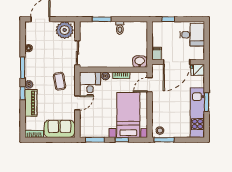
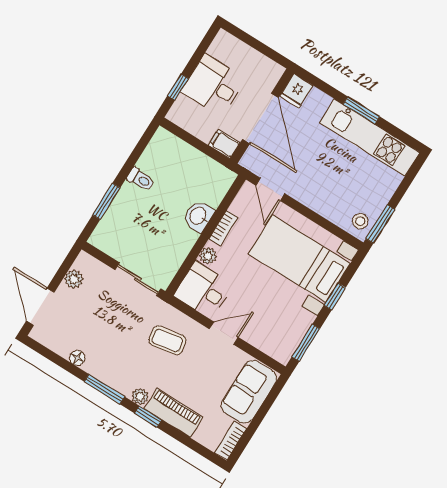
plant: (65, 30) -> (74, 279), width x0.53, depth x0.53
desk: (192, 35) -> (214, 85), moved, turned -90
washbasin: (140, 62) -> (198, 216), moved
door: (77, 103) -> (224, 333), hinge flipped

